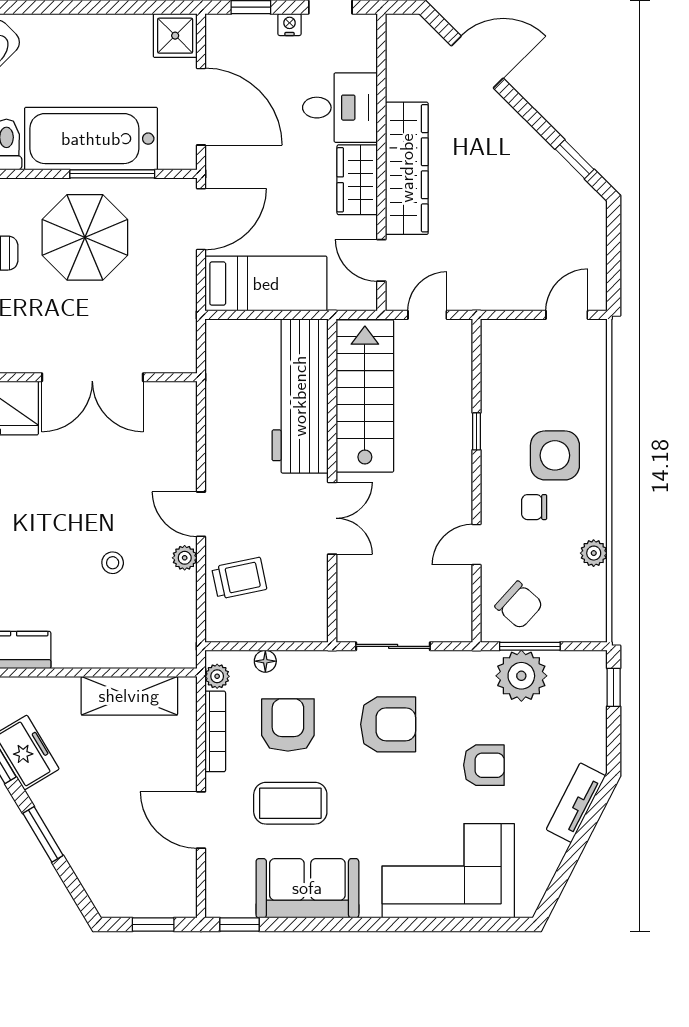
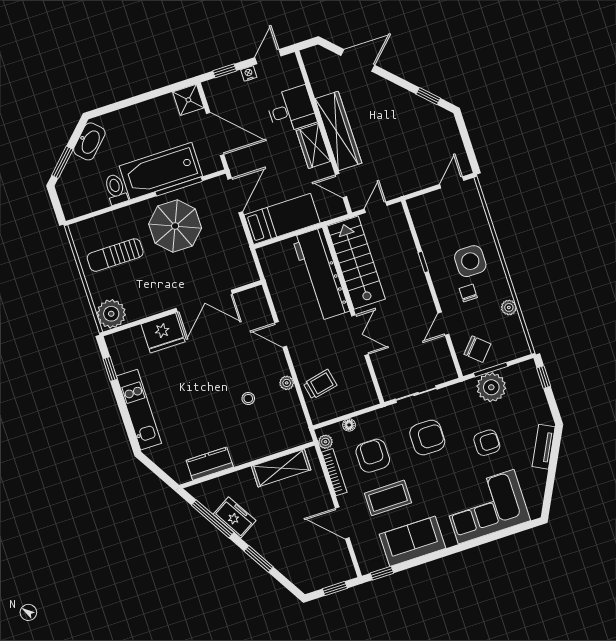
chair: (534, 507) -> (468, 293), turned 90
door: (201, 514) -> (281, 335), moved

